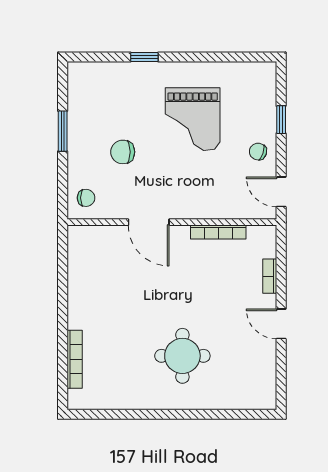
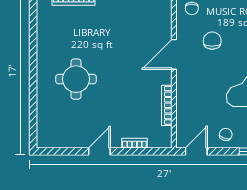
chair: (123, 152) -> (212, 41), moved

